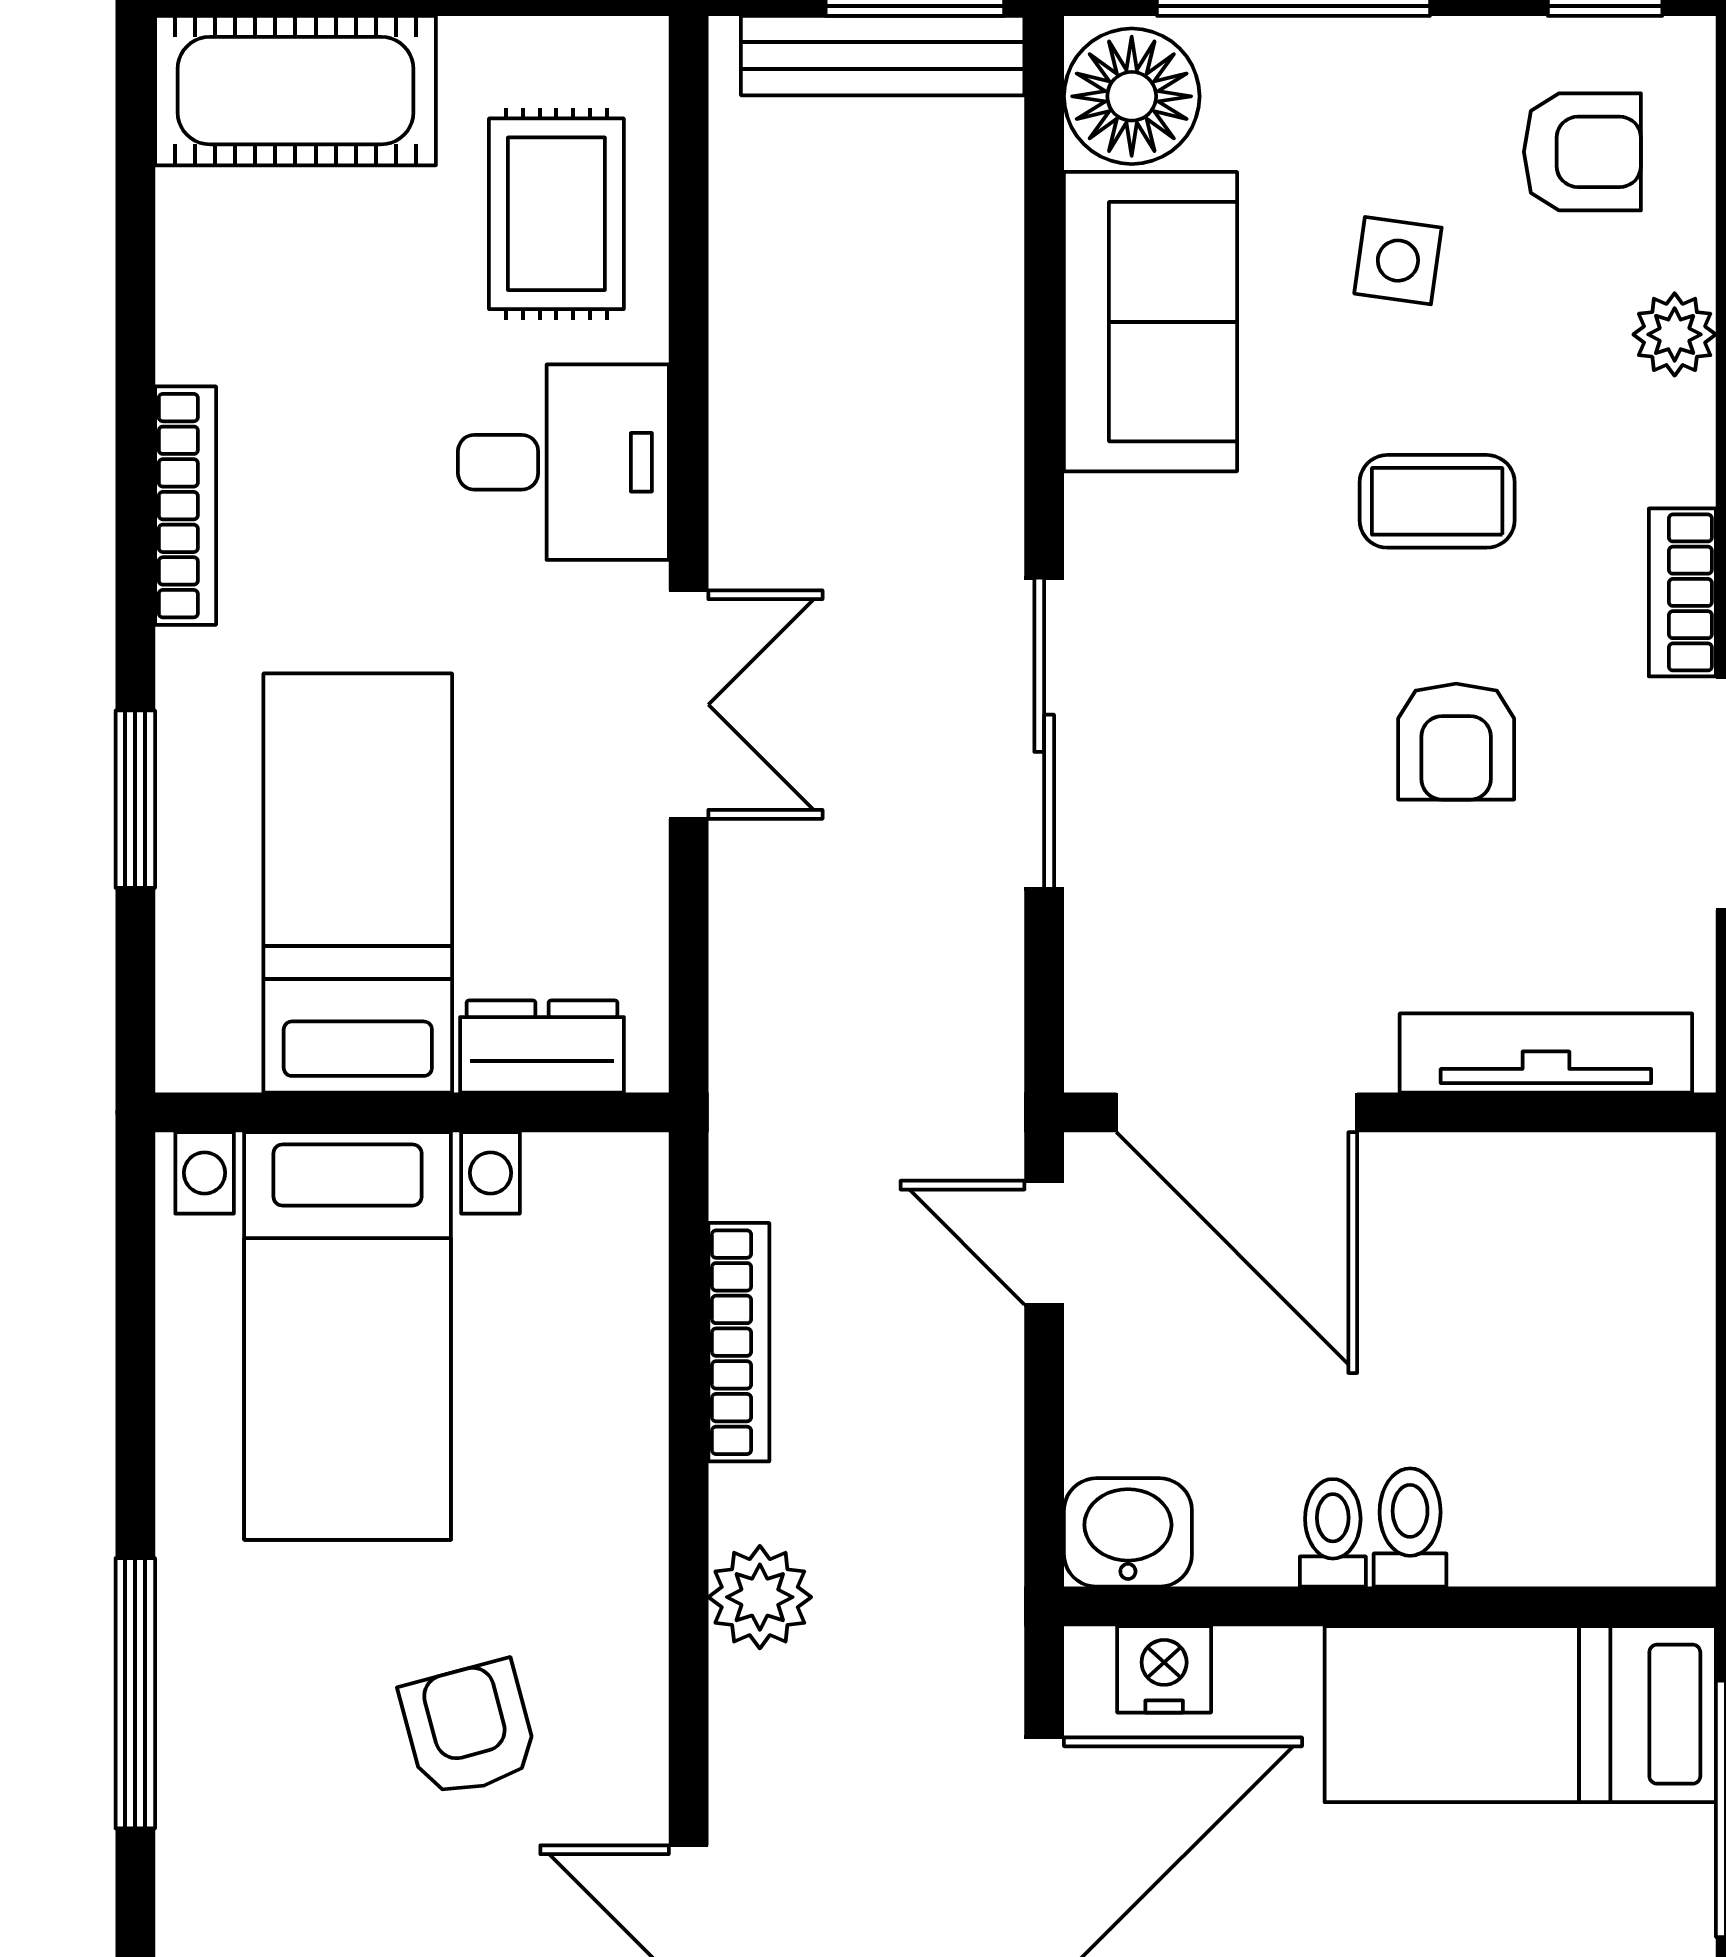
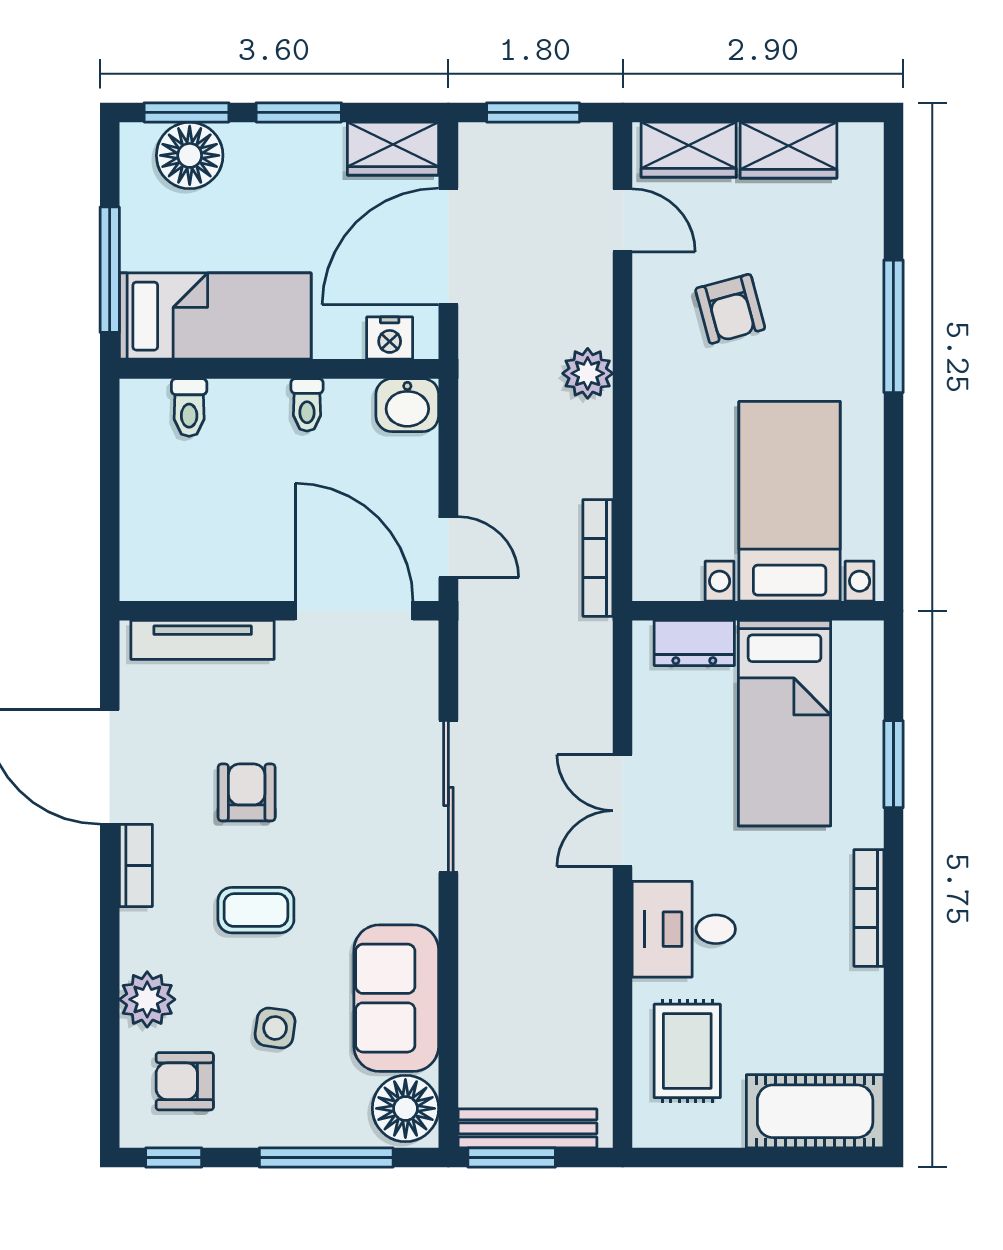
plant: (1675, 334) -> (147, 999), width x1.38, depth x1.38
bookcase: (739, 1342) -> (598, 558), moved
toilet: (1410, 1527) -> (189, 408), moved

